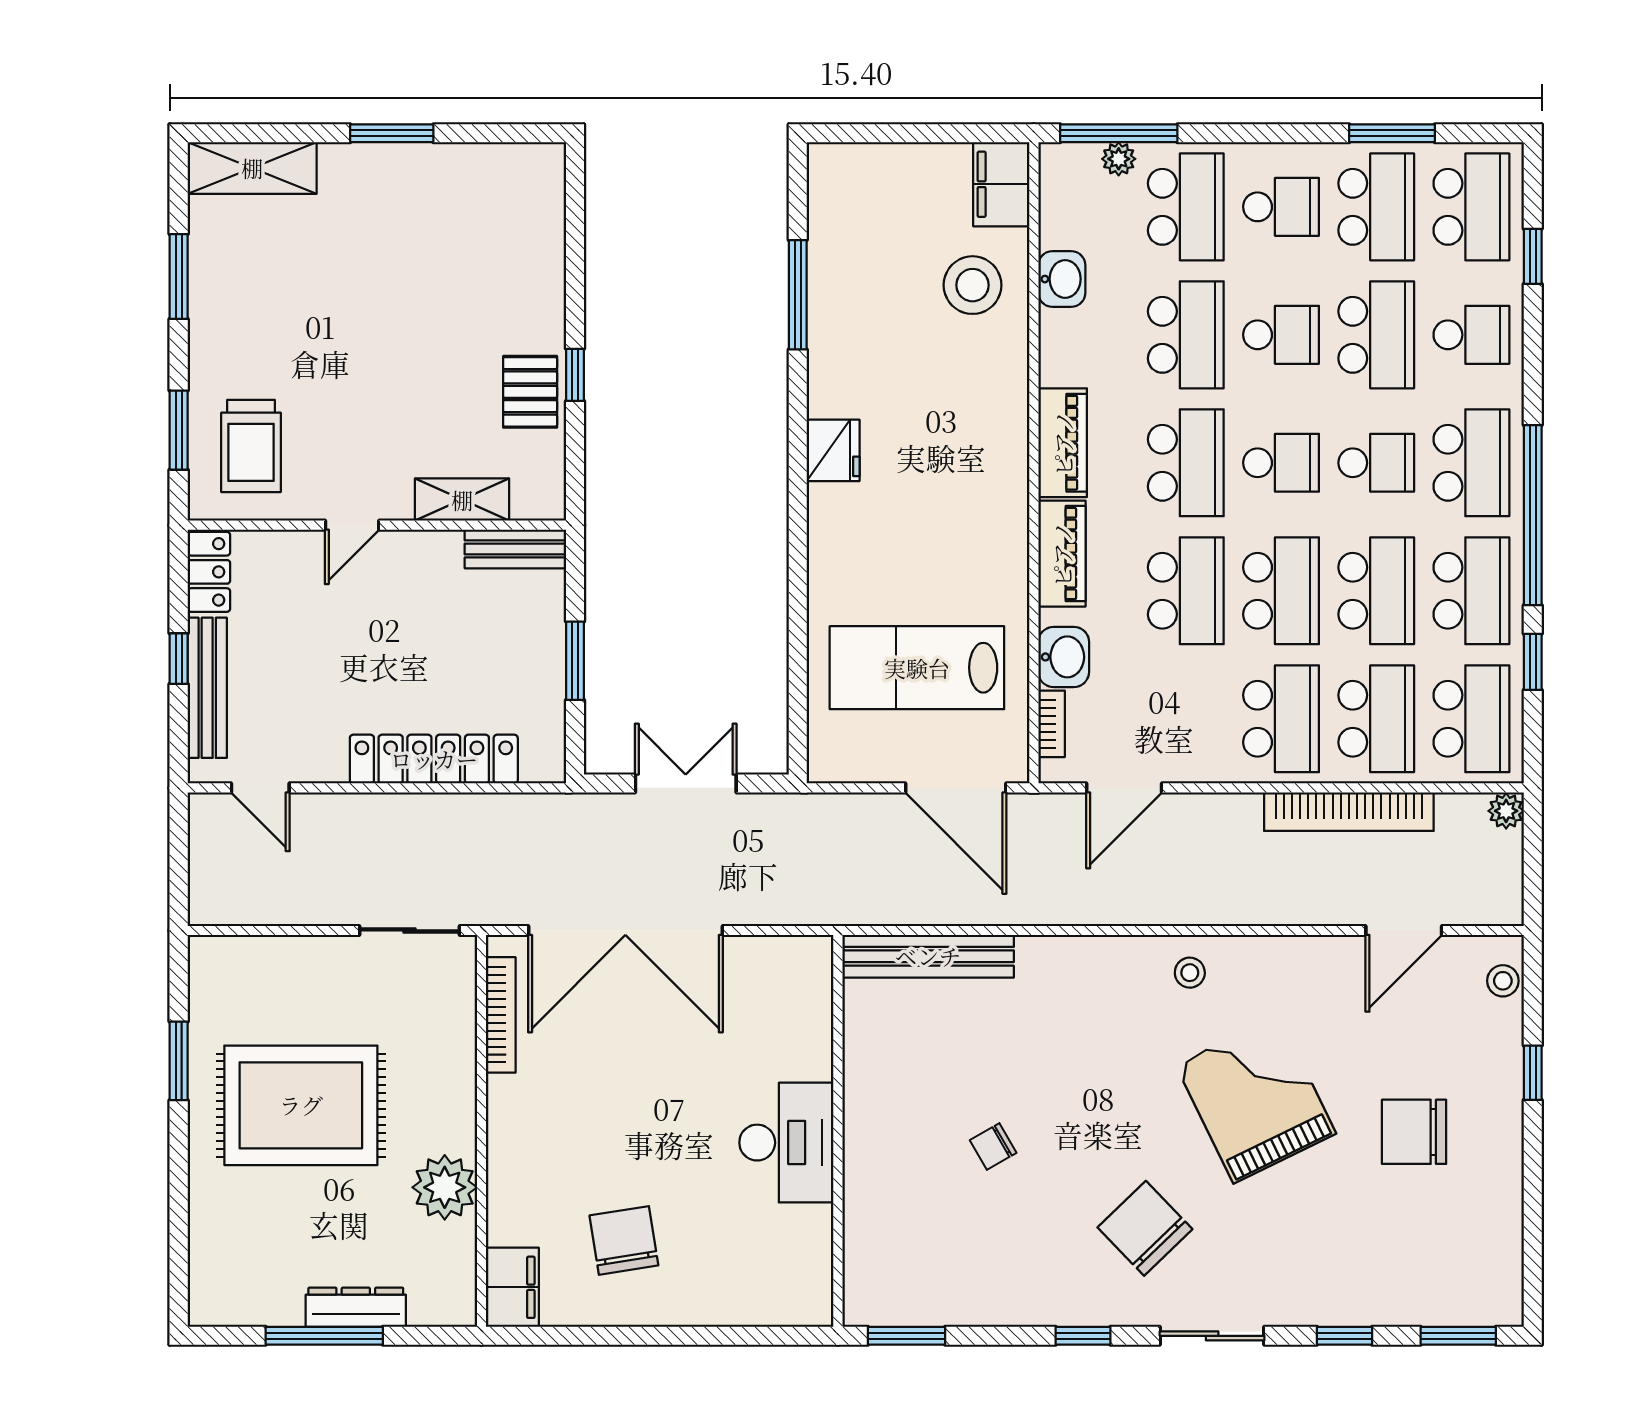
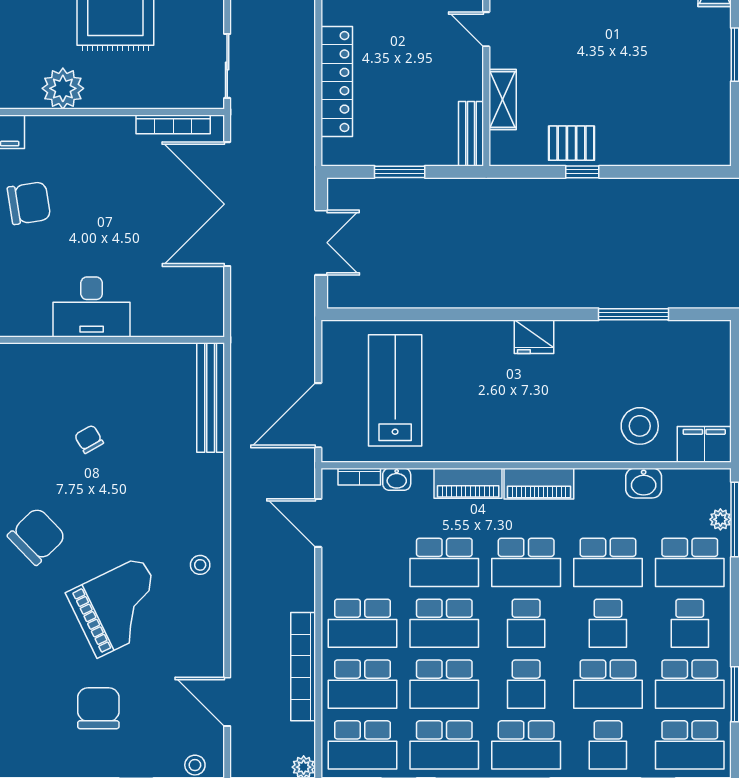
washbasin: (1064, 657) -> (397, 479), width x0.72, depth x0.69

